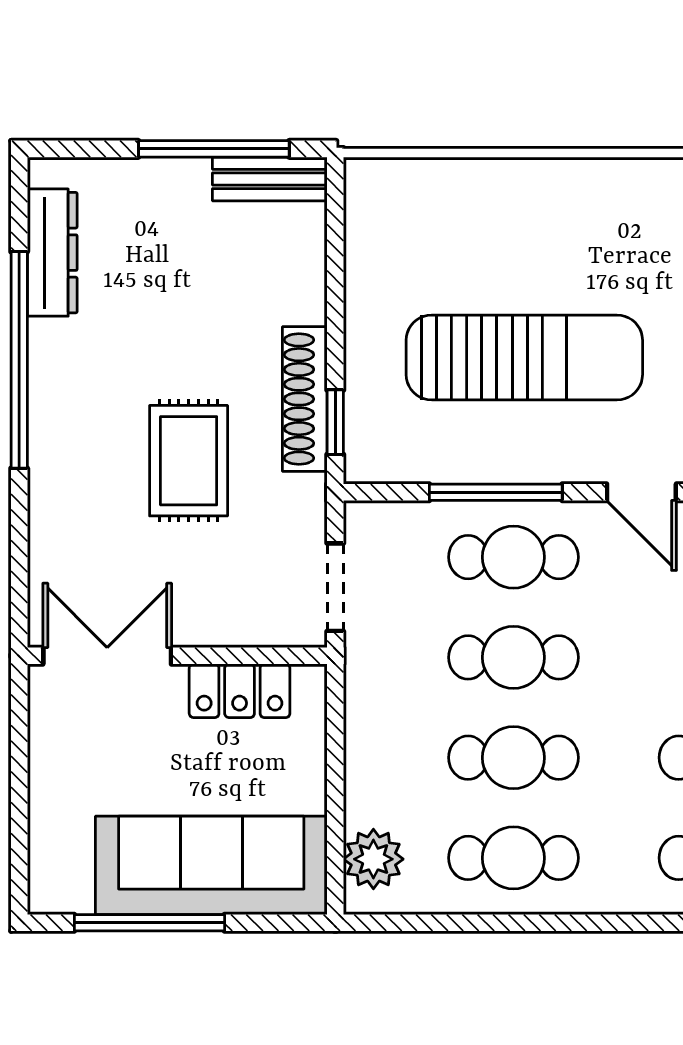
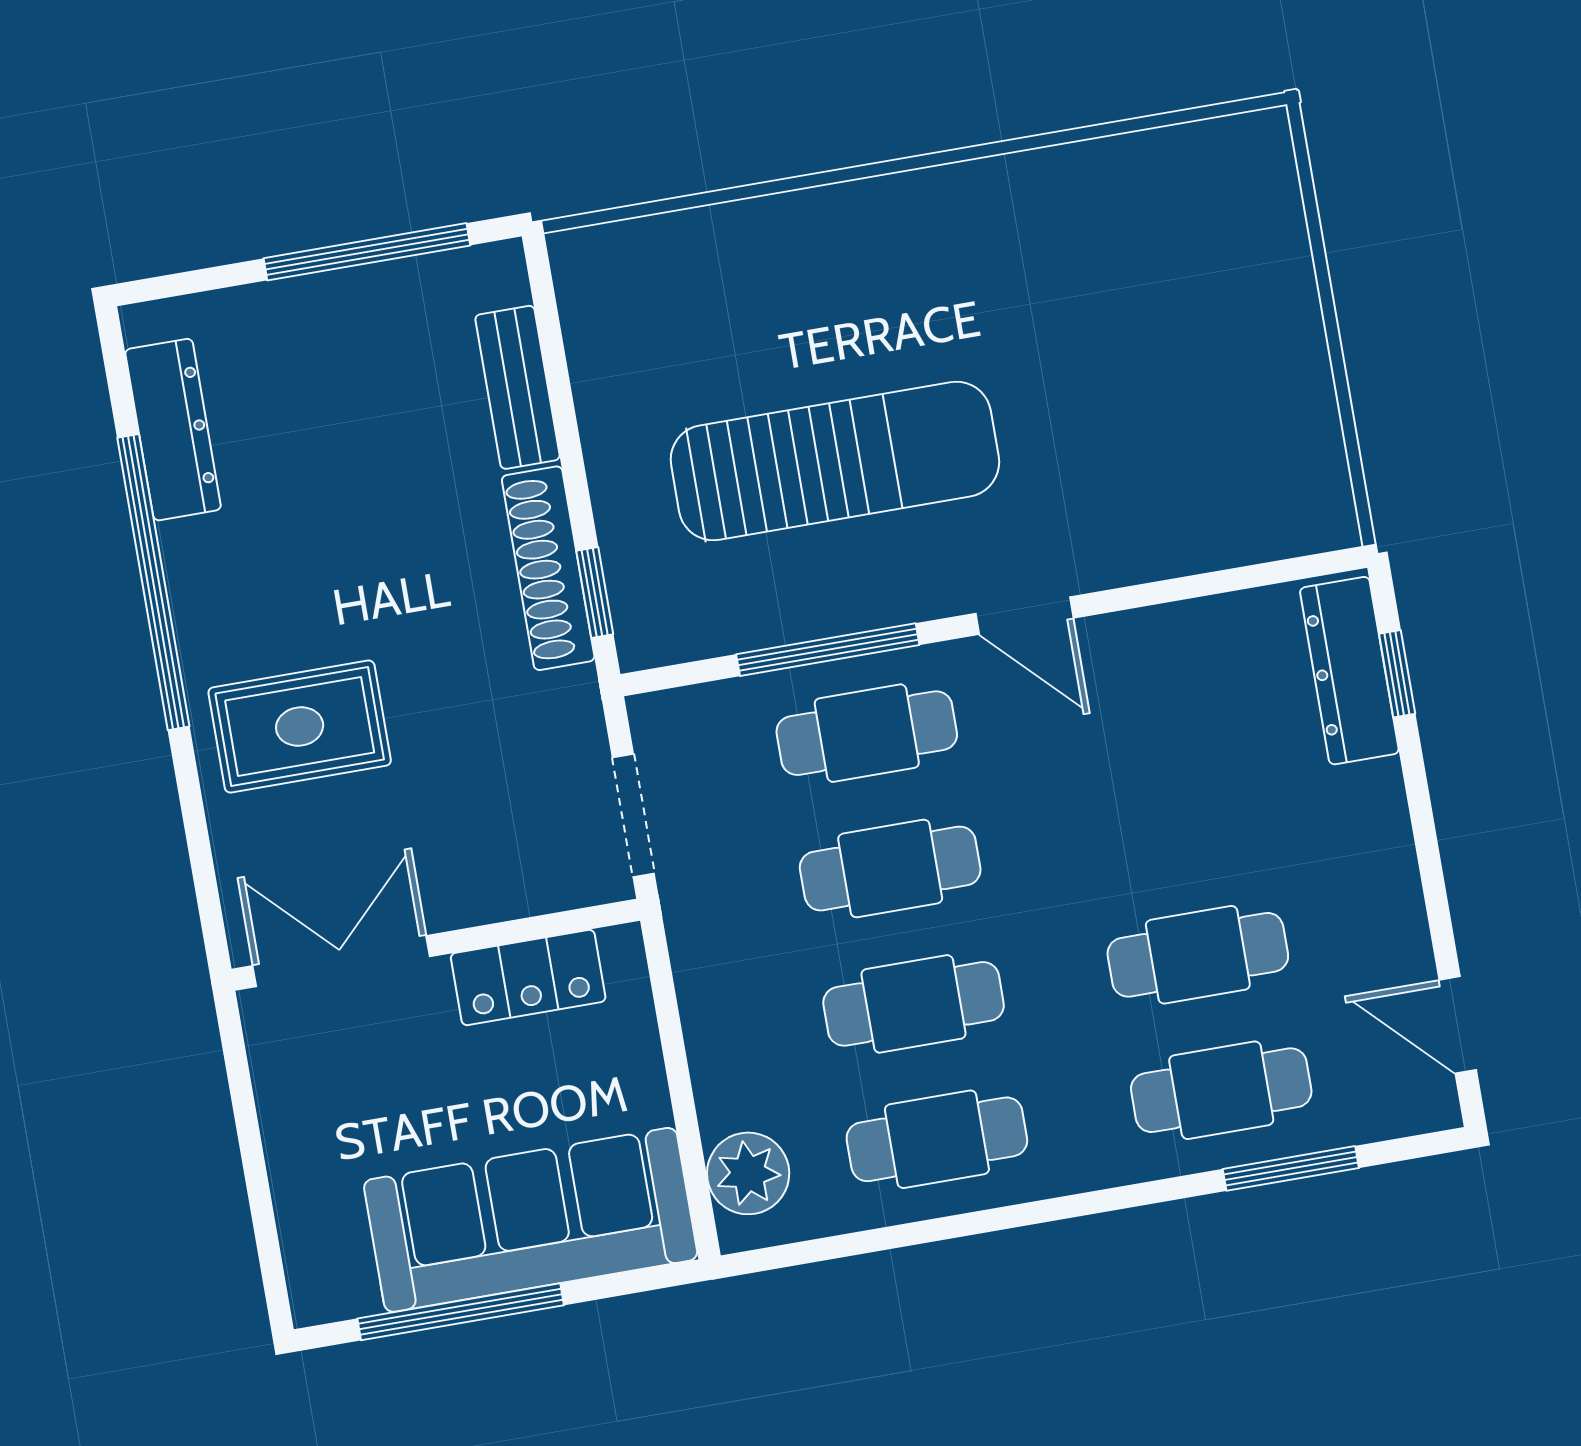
bench: (270, 179) -> (518, 387), moved, turned 90
rug: (189, 461) -> (300, 727), moved, turned 90

